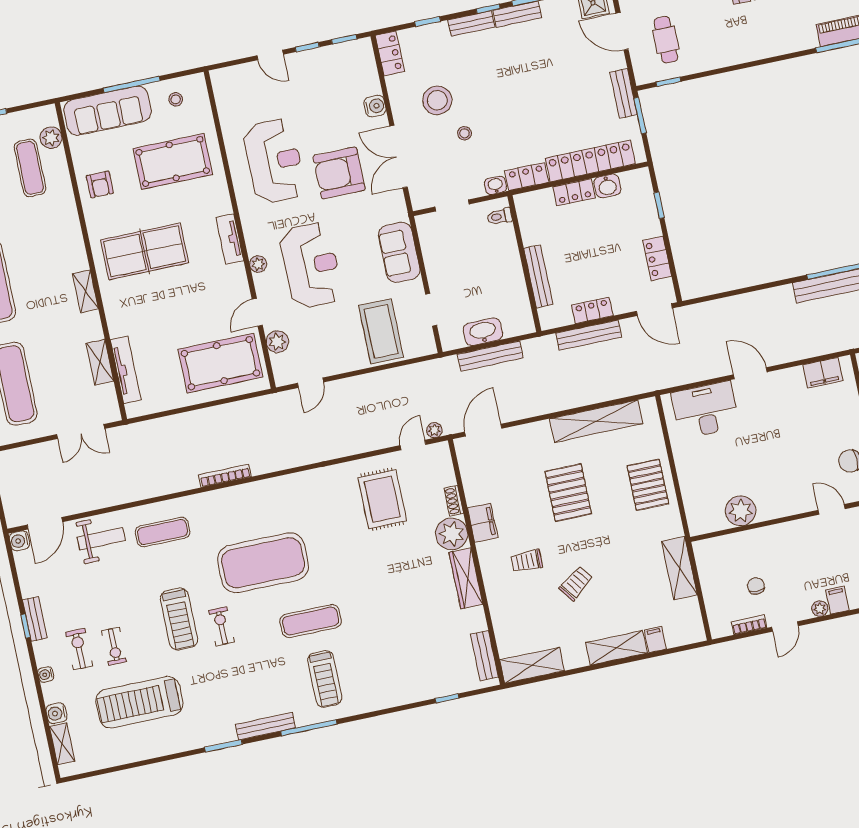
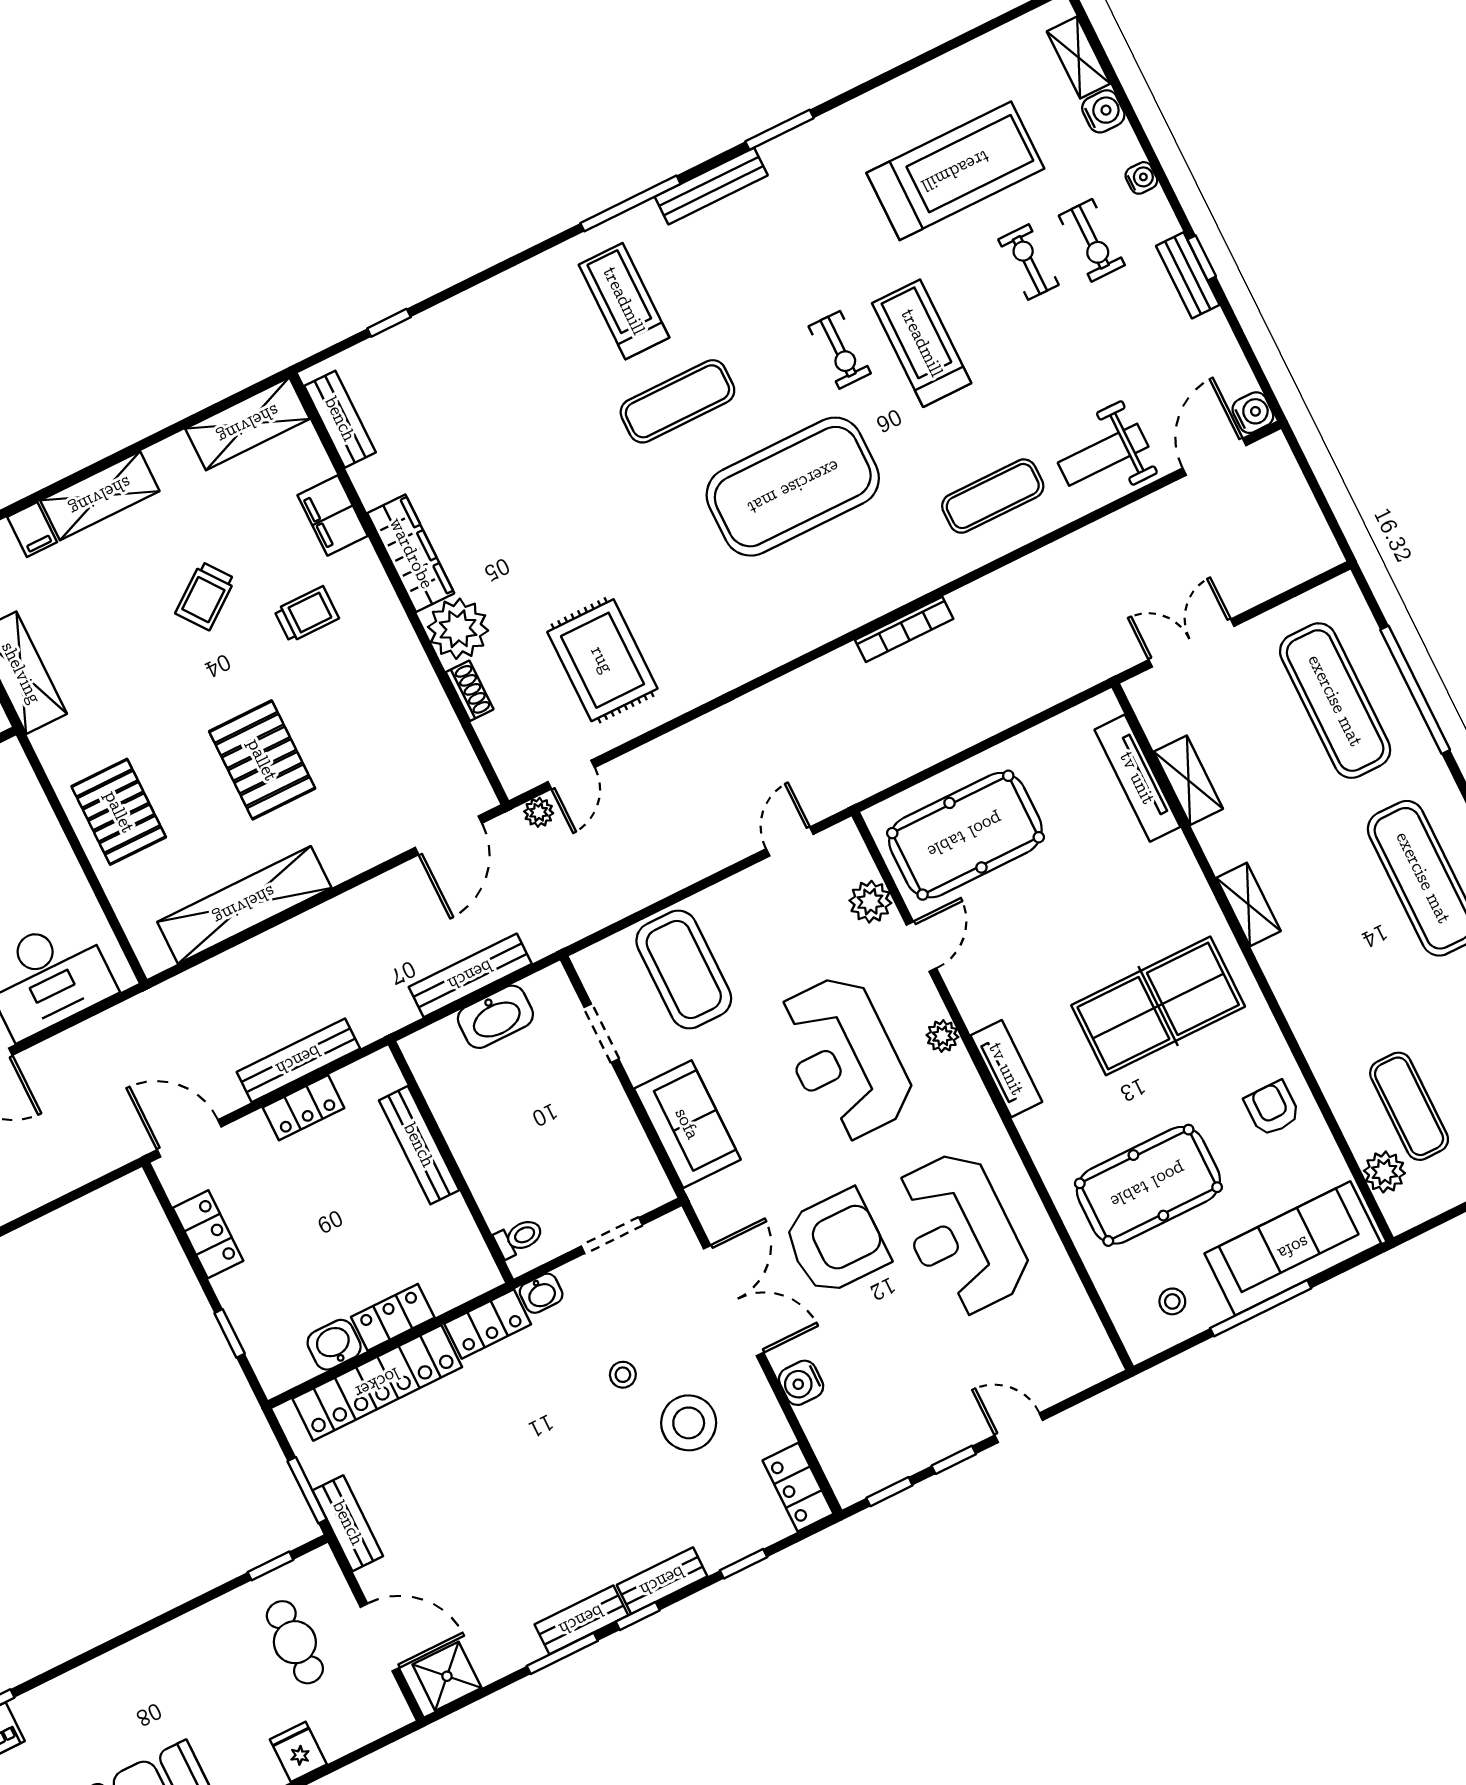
filing cabinet: (483, 523) -> (333, 515), moved

